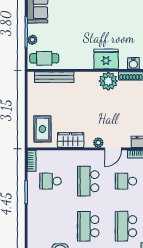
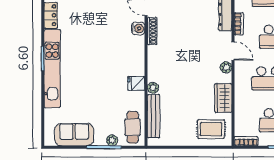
fridge: (106, 59) -> (136, 83), moved, width x0.53, depth x0.75
plant: (108, 81) -> (153, 88), moved, width x0.53, depth x0.53

